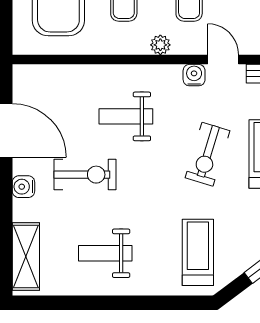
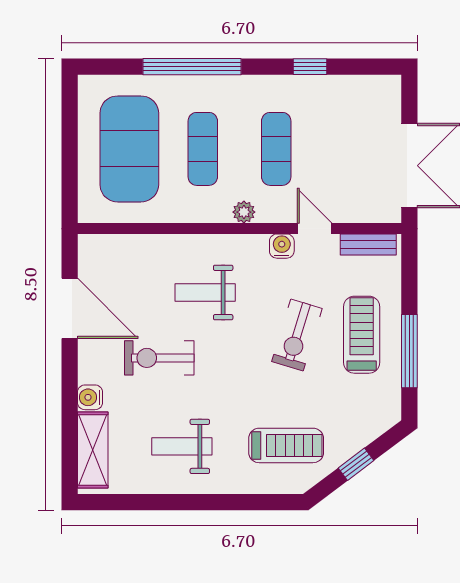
exercise bike: (85, 175) -> (159, 358), turned 180
water cooler: (23, 187) -> (90, 397), moved
treadmill: (198, 252) -> (286, 445), turned 90

